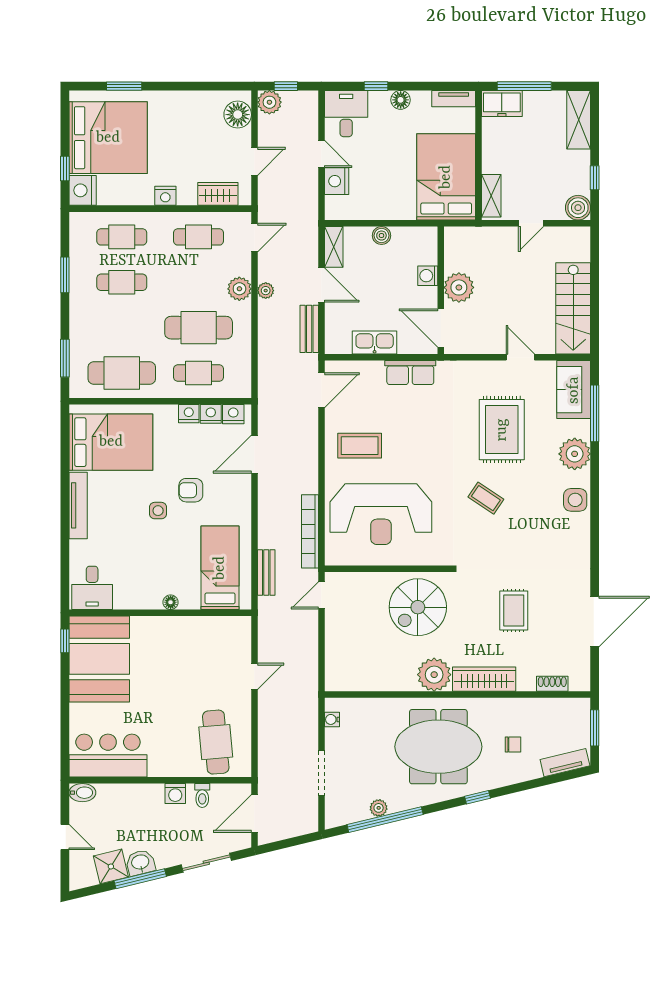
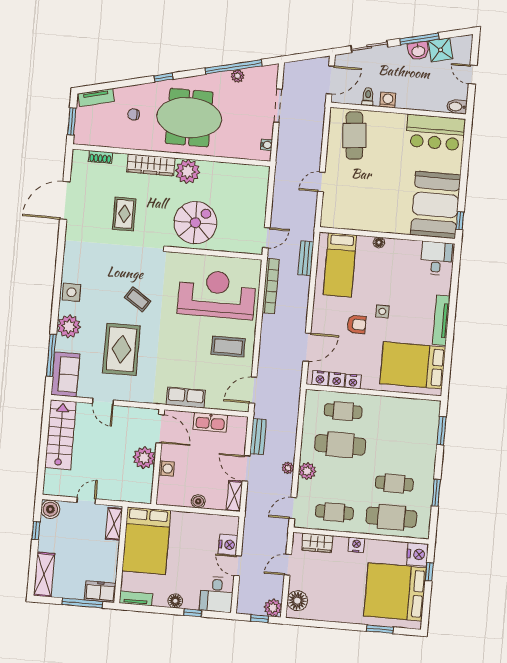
cafe table: (122, 237) -> (391, 517), width x1.37, depth x1.35
cafe table: (122, 373) -> (400, 416), removed

